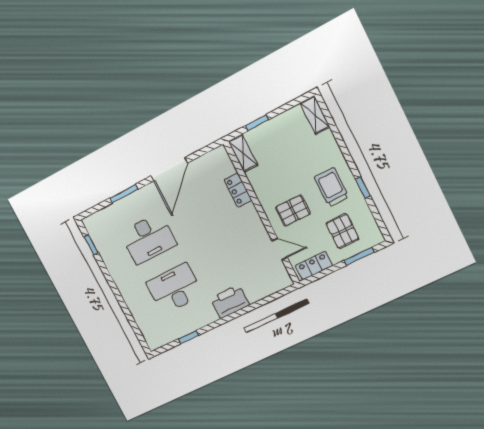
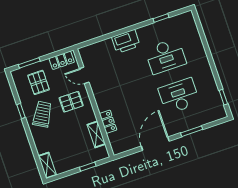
shelving: (243, 153) -> (96, 134), moved
trolley: (331, 187) -> (42, 114), turned -150

